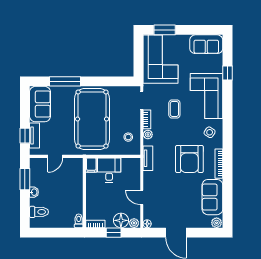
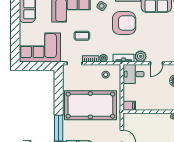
window: (165, 30) -> (15, 44), removed
desk: (109, 170) -> (133, 74), moved
plant: (150, 178) -> (141, 56), added

